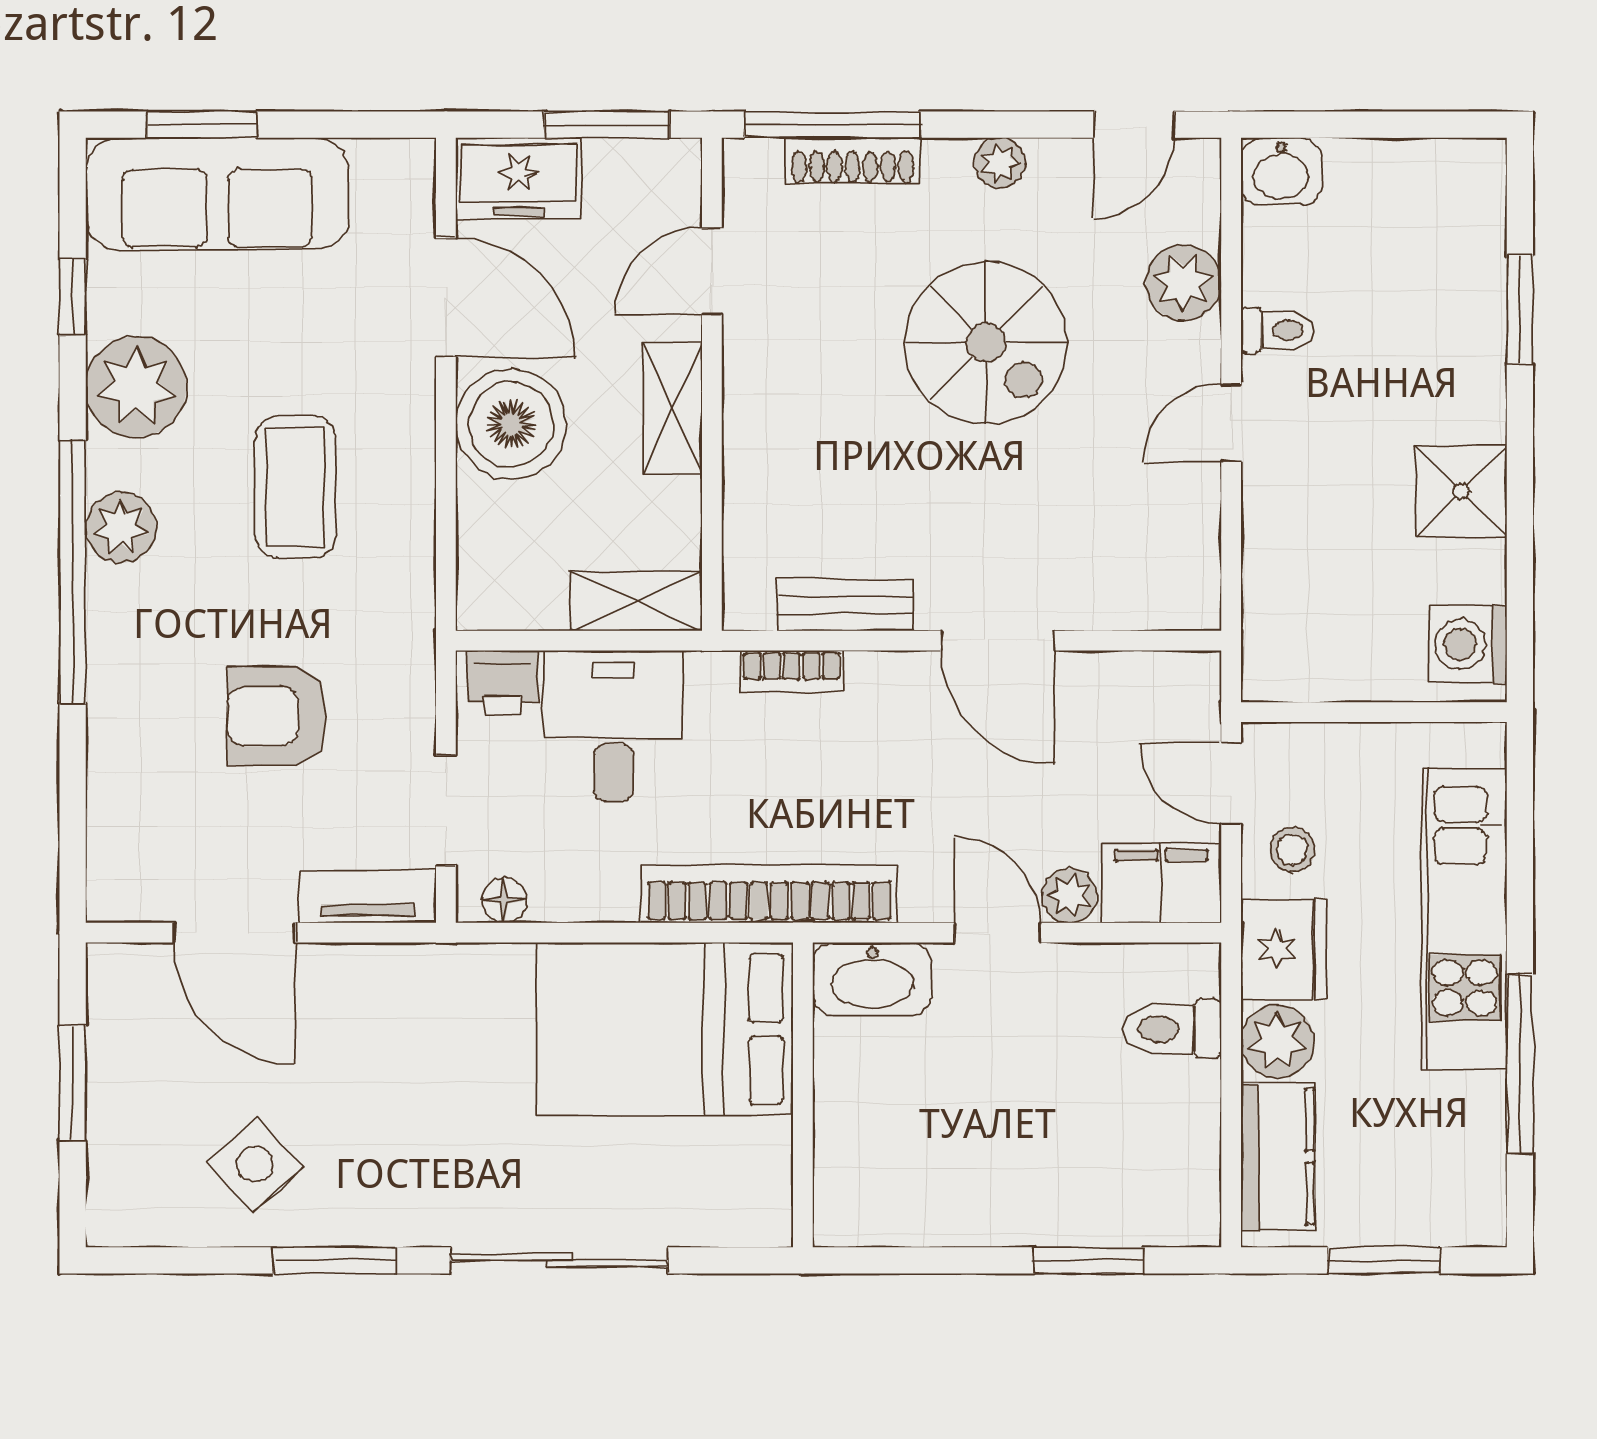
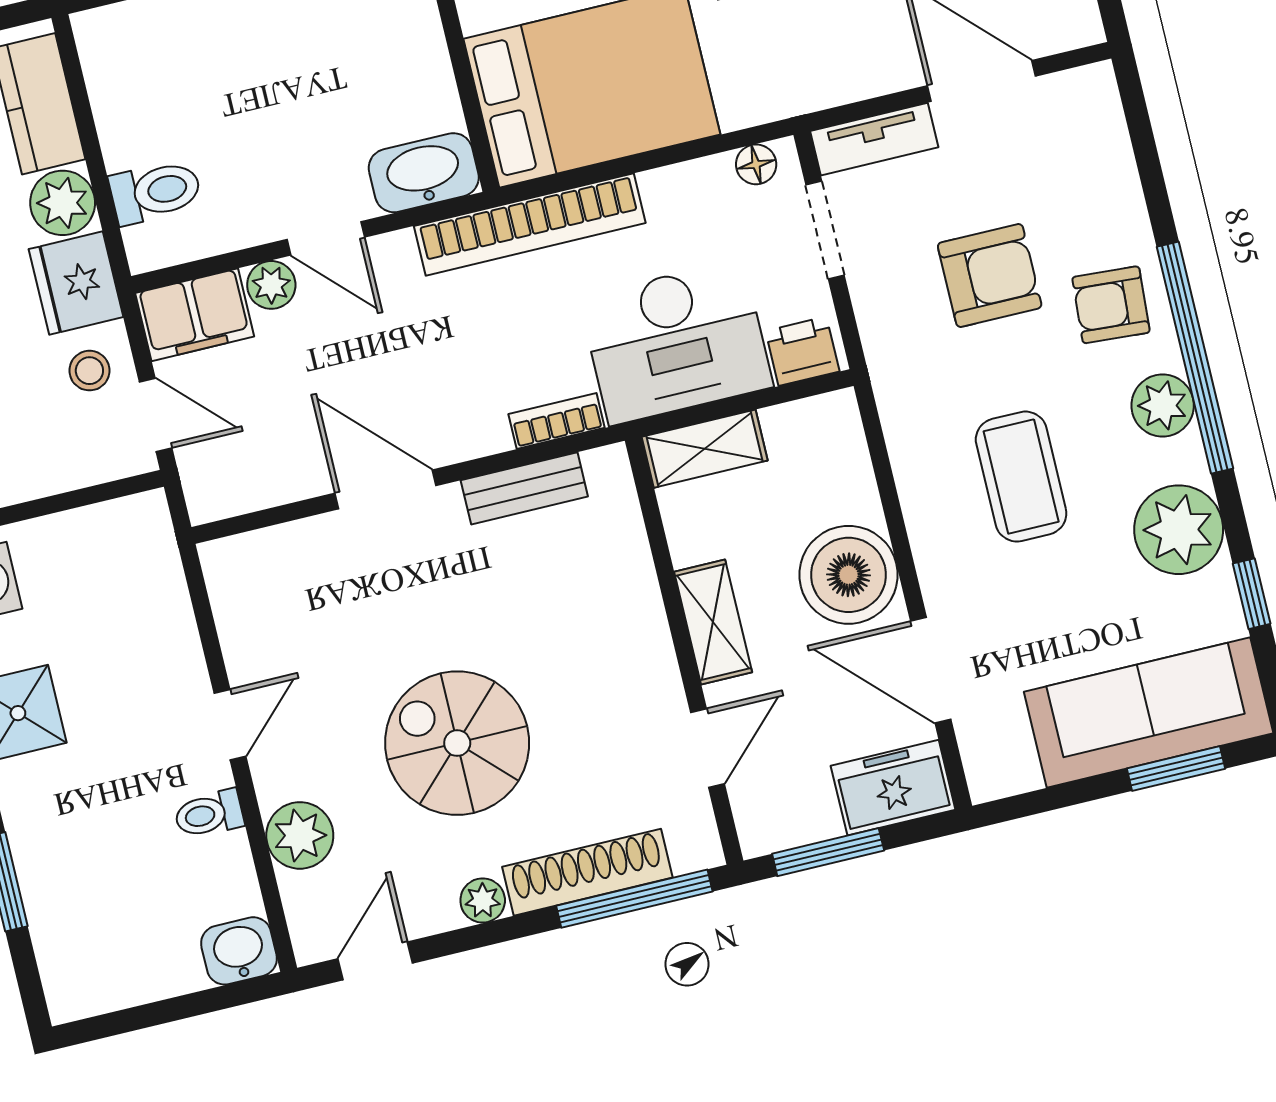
shoe rack: (852, 161) -> (587, 872), width x1.36, depth x1.24
armchair: (151, 652) -> (1111, 305), added
desk: (613, 726) -> (676, 342), width x1.37

